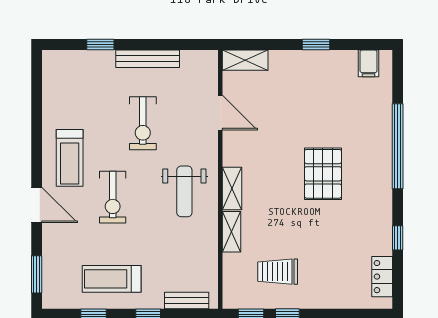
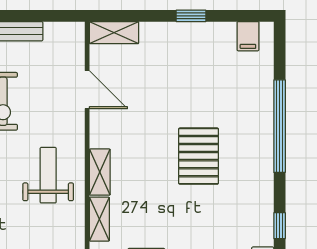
weight bench: (184, 191) -> (48, 175), turned 180

